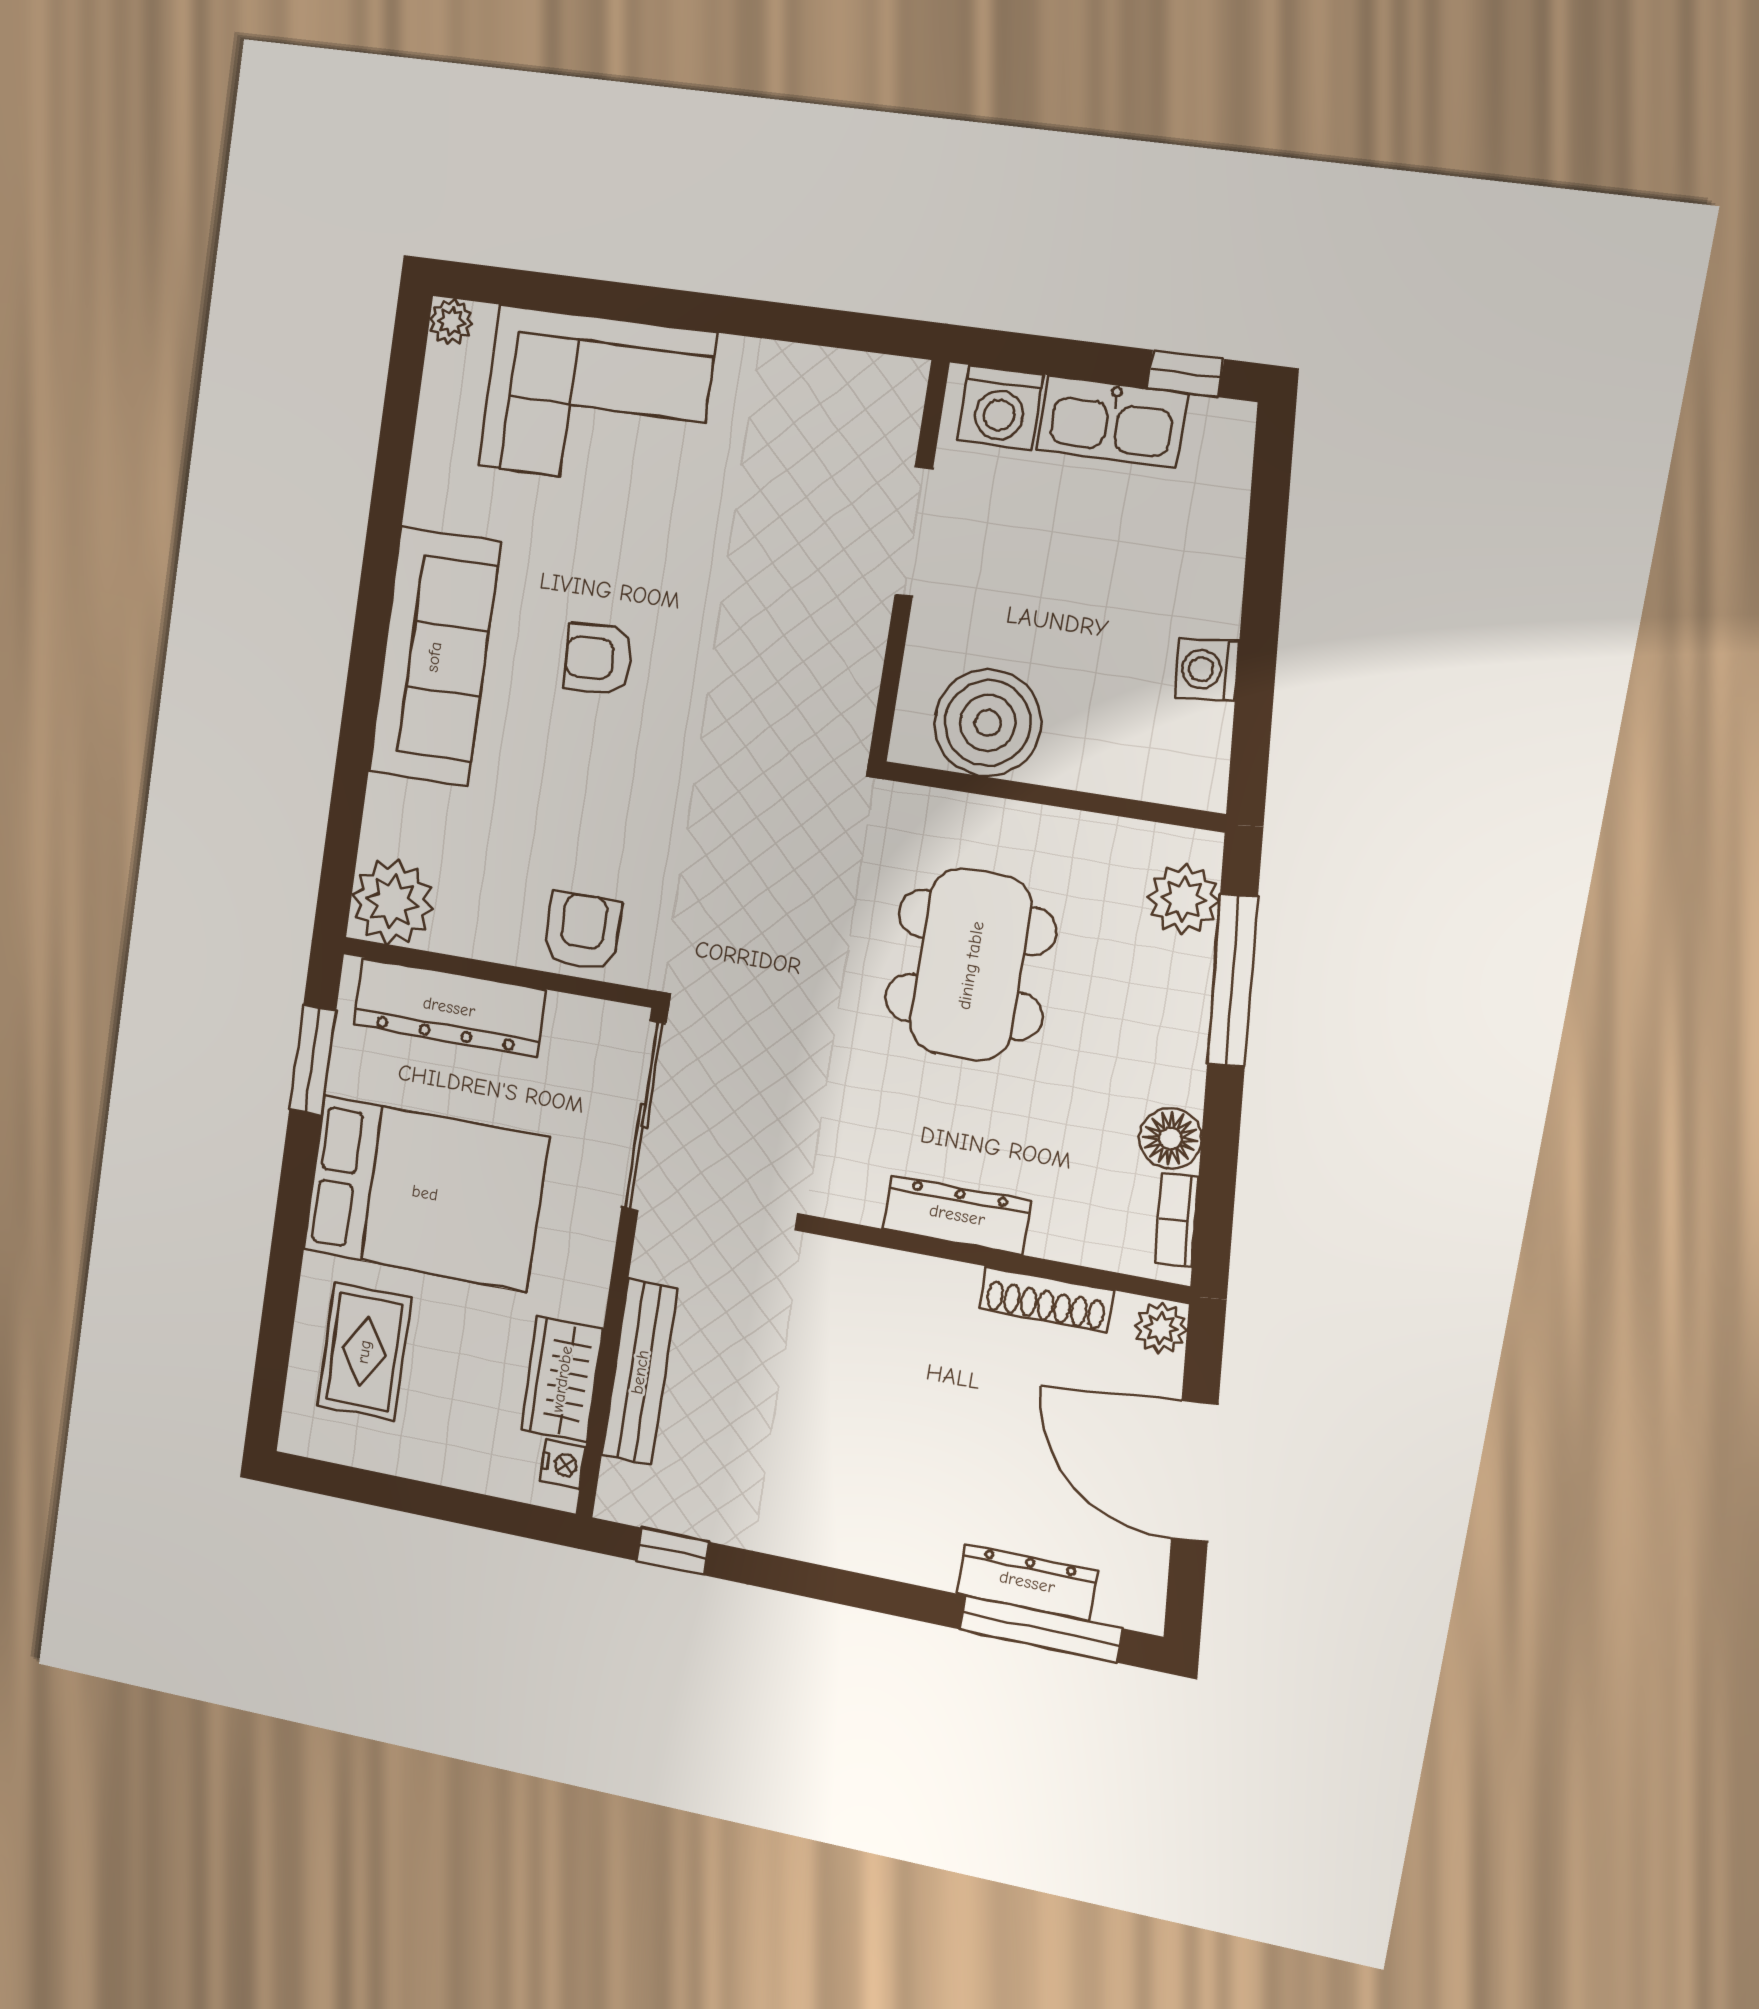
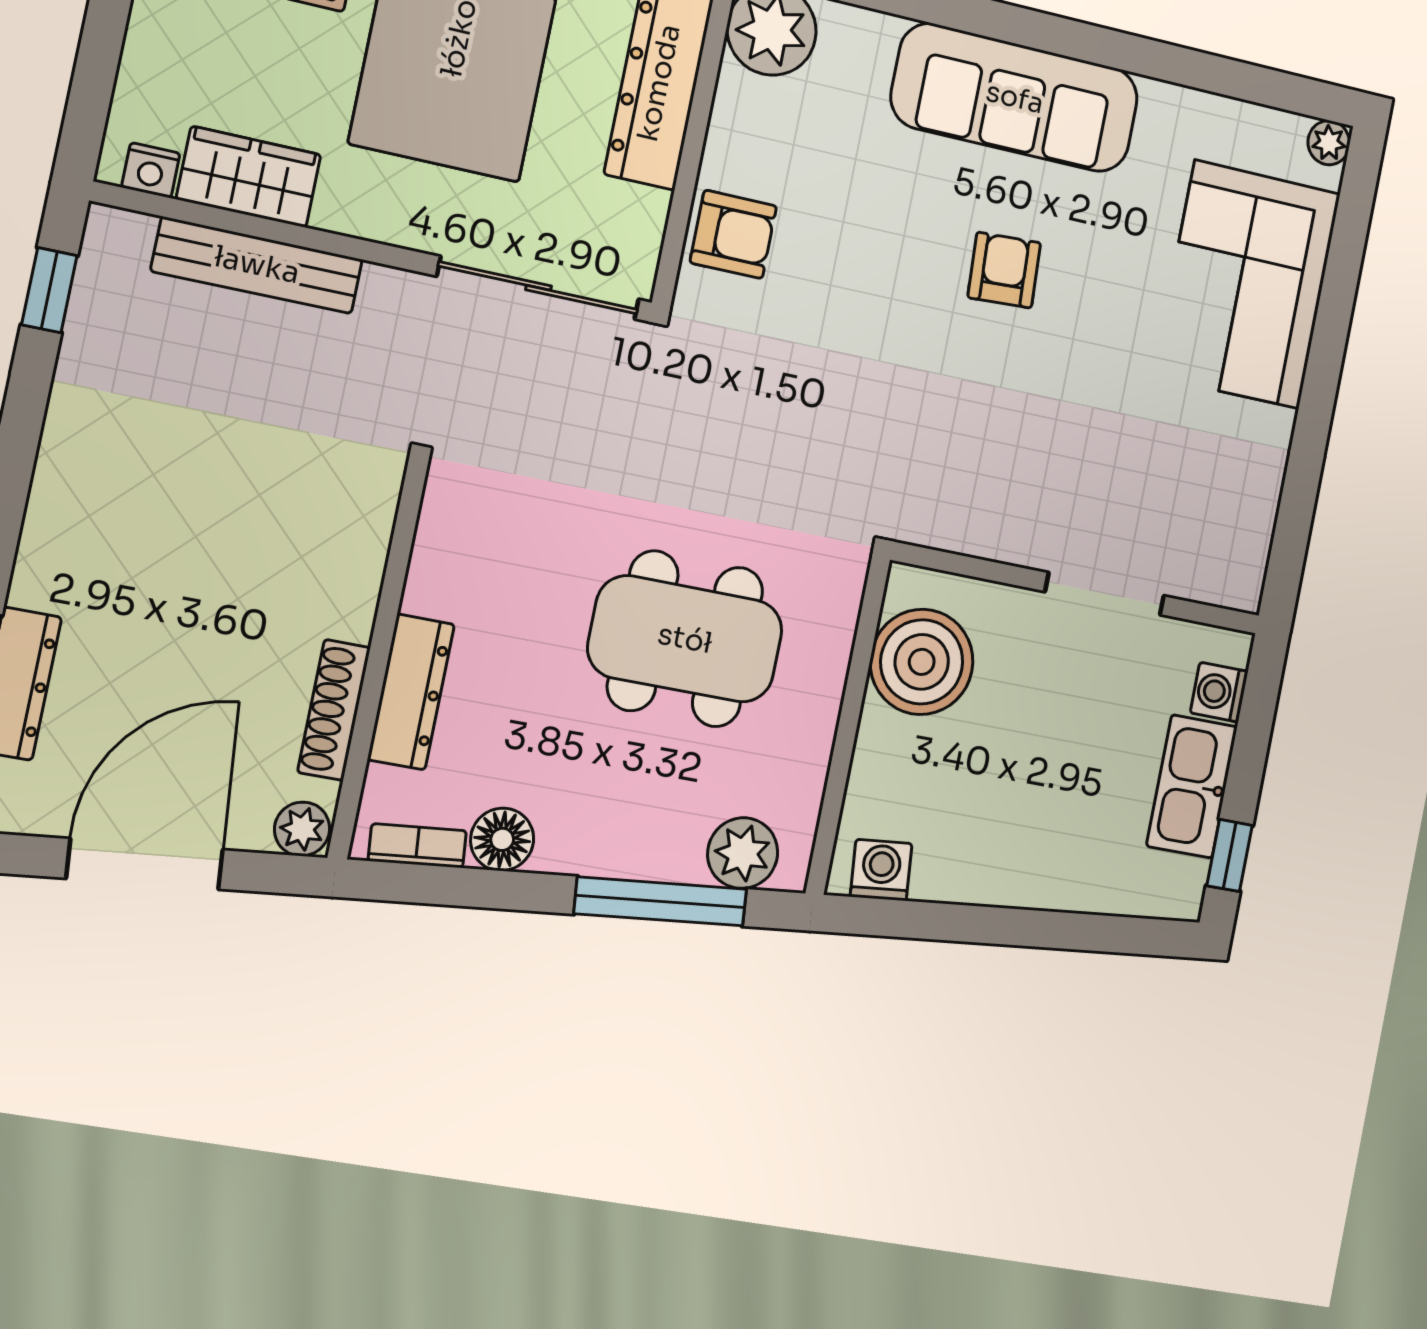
washing machine: (1000, 408) -> (1219, 692), width x0.73, depth x0.73
washing machine: (1207, 669) -> (881, 870), moved
dresser: (957, 1215) -> (411, 692), moved

